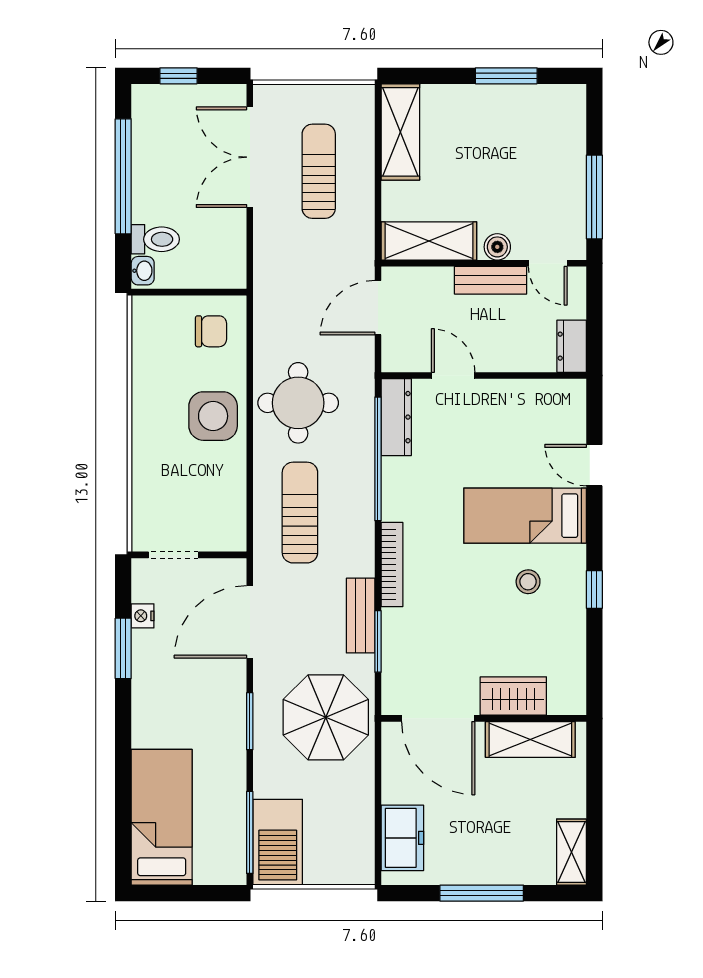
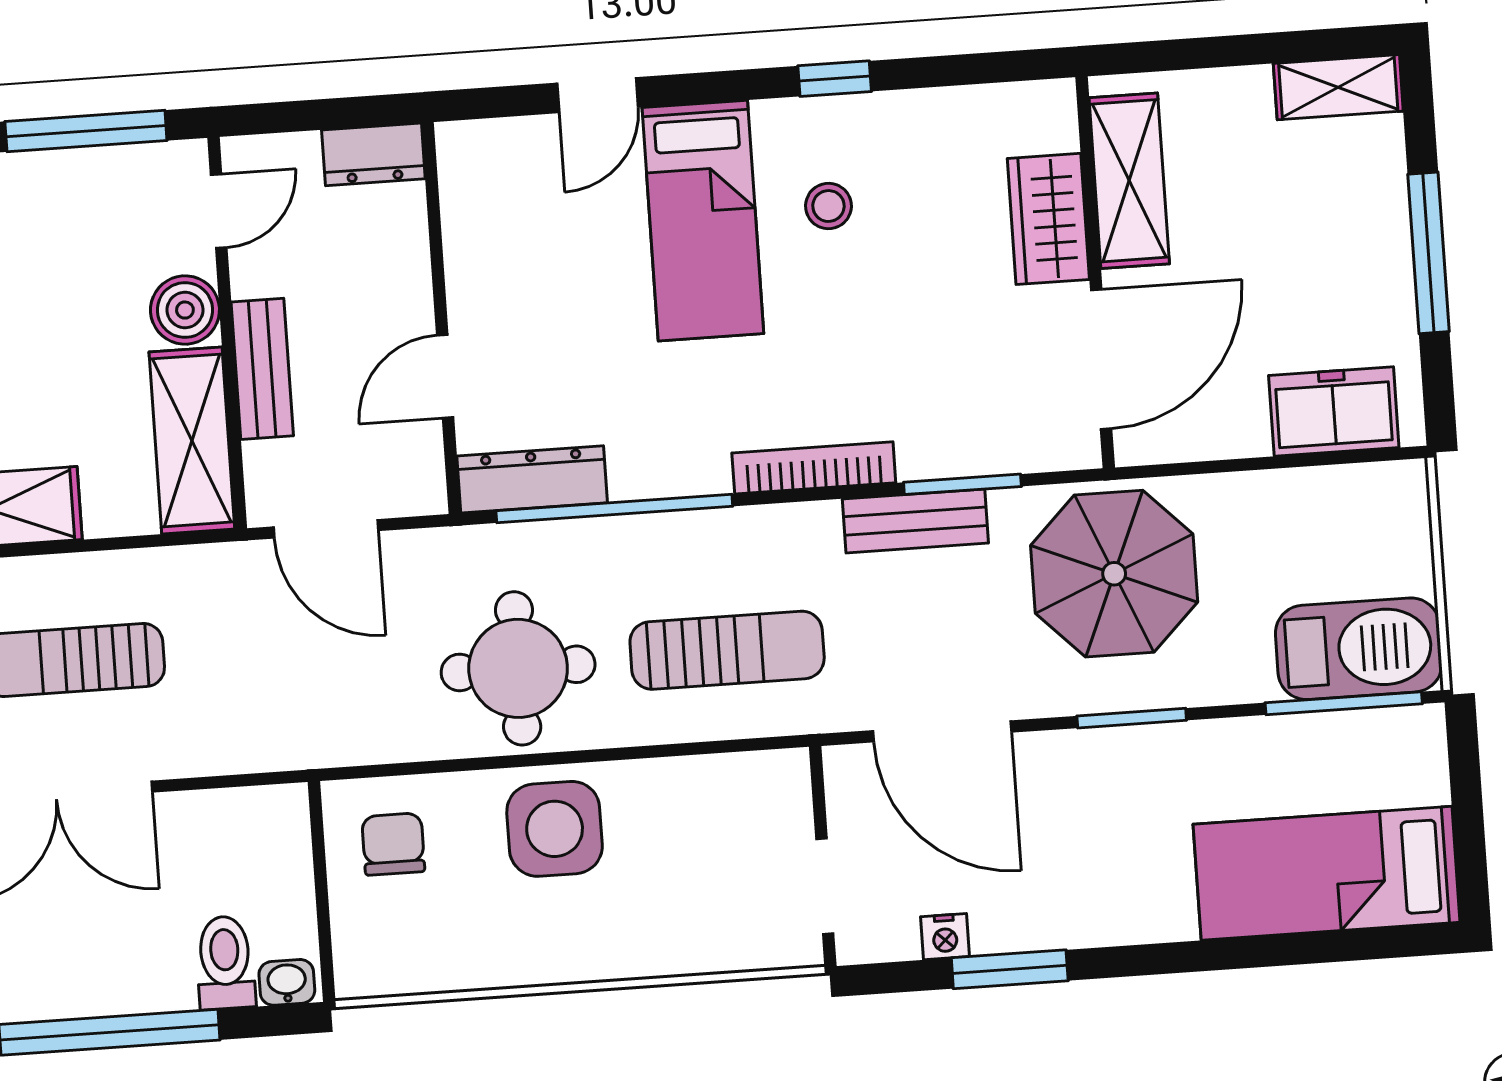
boiler: (497, 247) -> (185, 310), width x1.36, depth x1.36
bench: (491, 280) -> (262, 369), moved
sun lounger: (300, 513) -> (727, 650), turned 180

